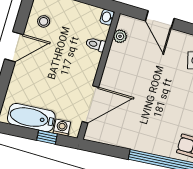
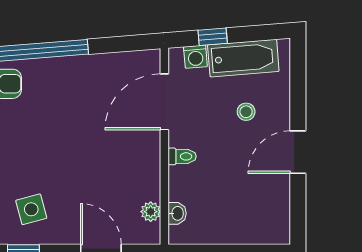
washbasin: (107, 17) -> (177, 213), moved
stool: (44, 21) -> (246, 112), moved
toilet: (96, 44) -> (182, 156), moved

